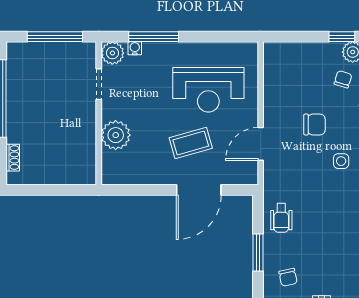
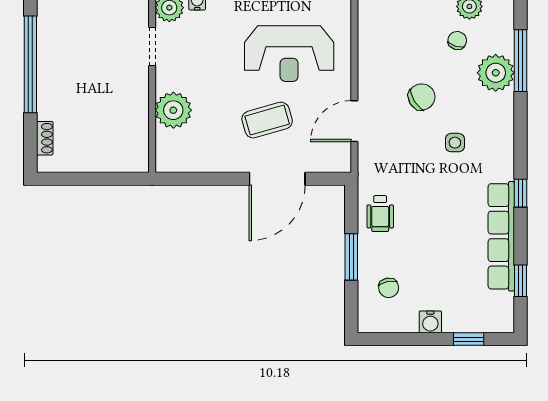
chair: (314, 124) -> (422, 97), turned -32

